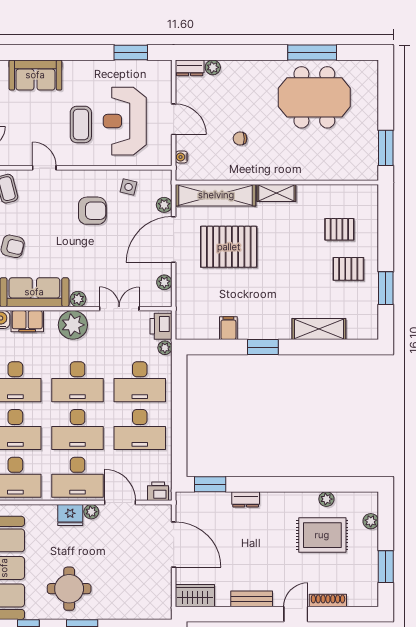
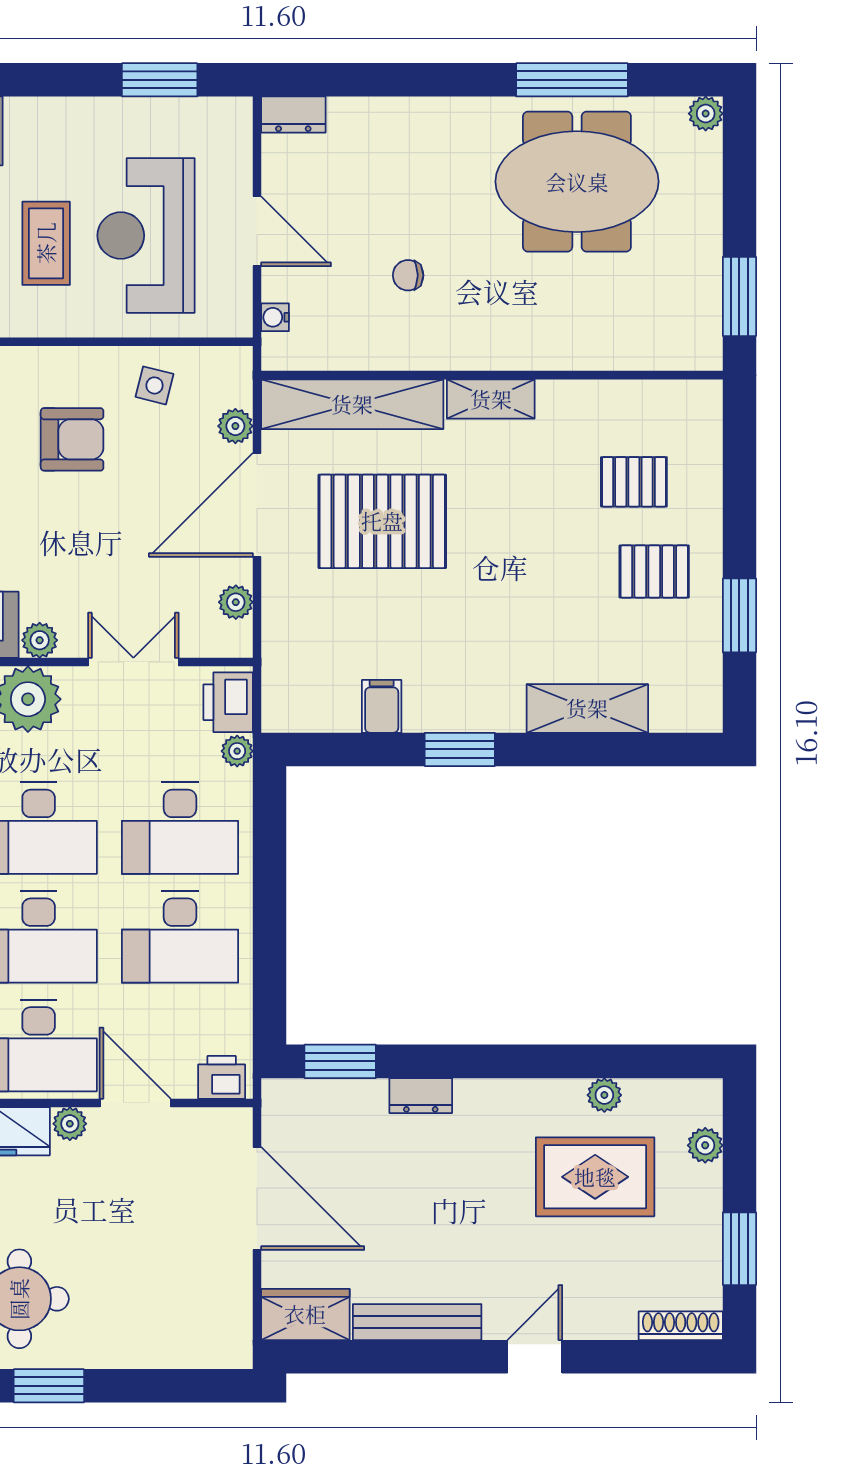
plant: (213, 67) -> (706, 114), moved
bench: (252, 599) -> (417, 1322), width x1.36
shoe rack: (328, 601) -> (681, 1326), moved

